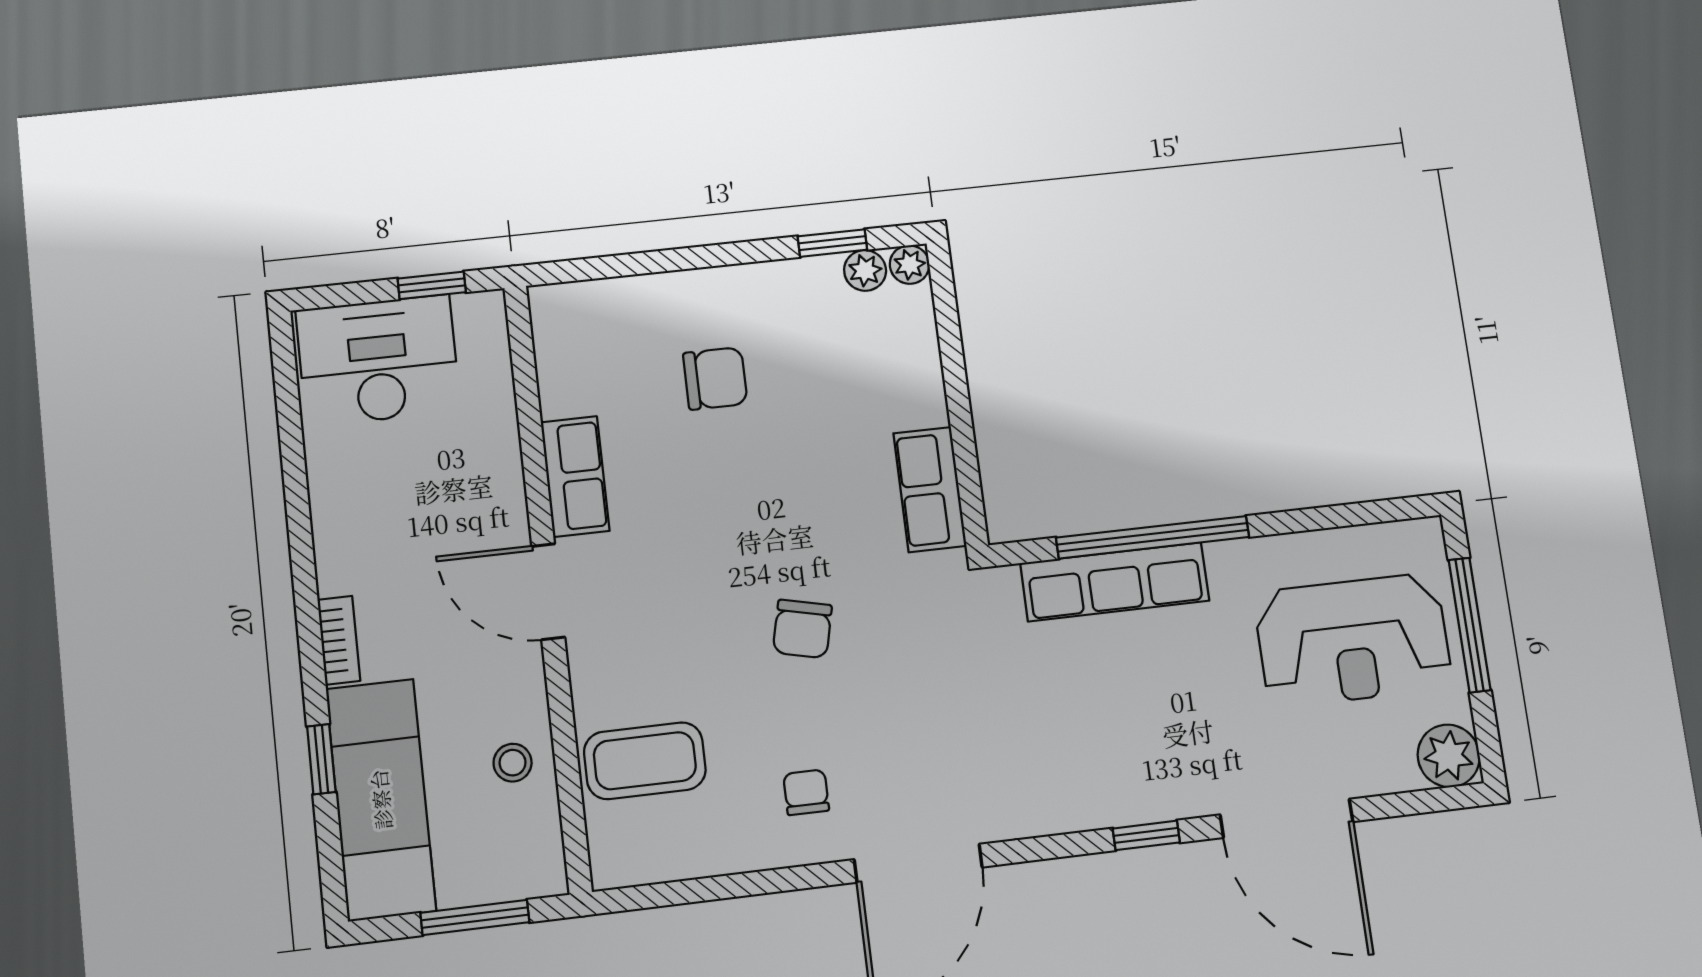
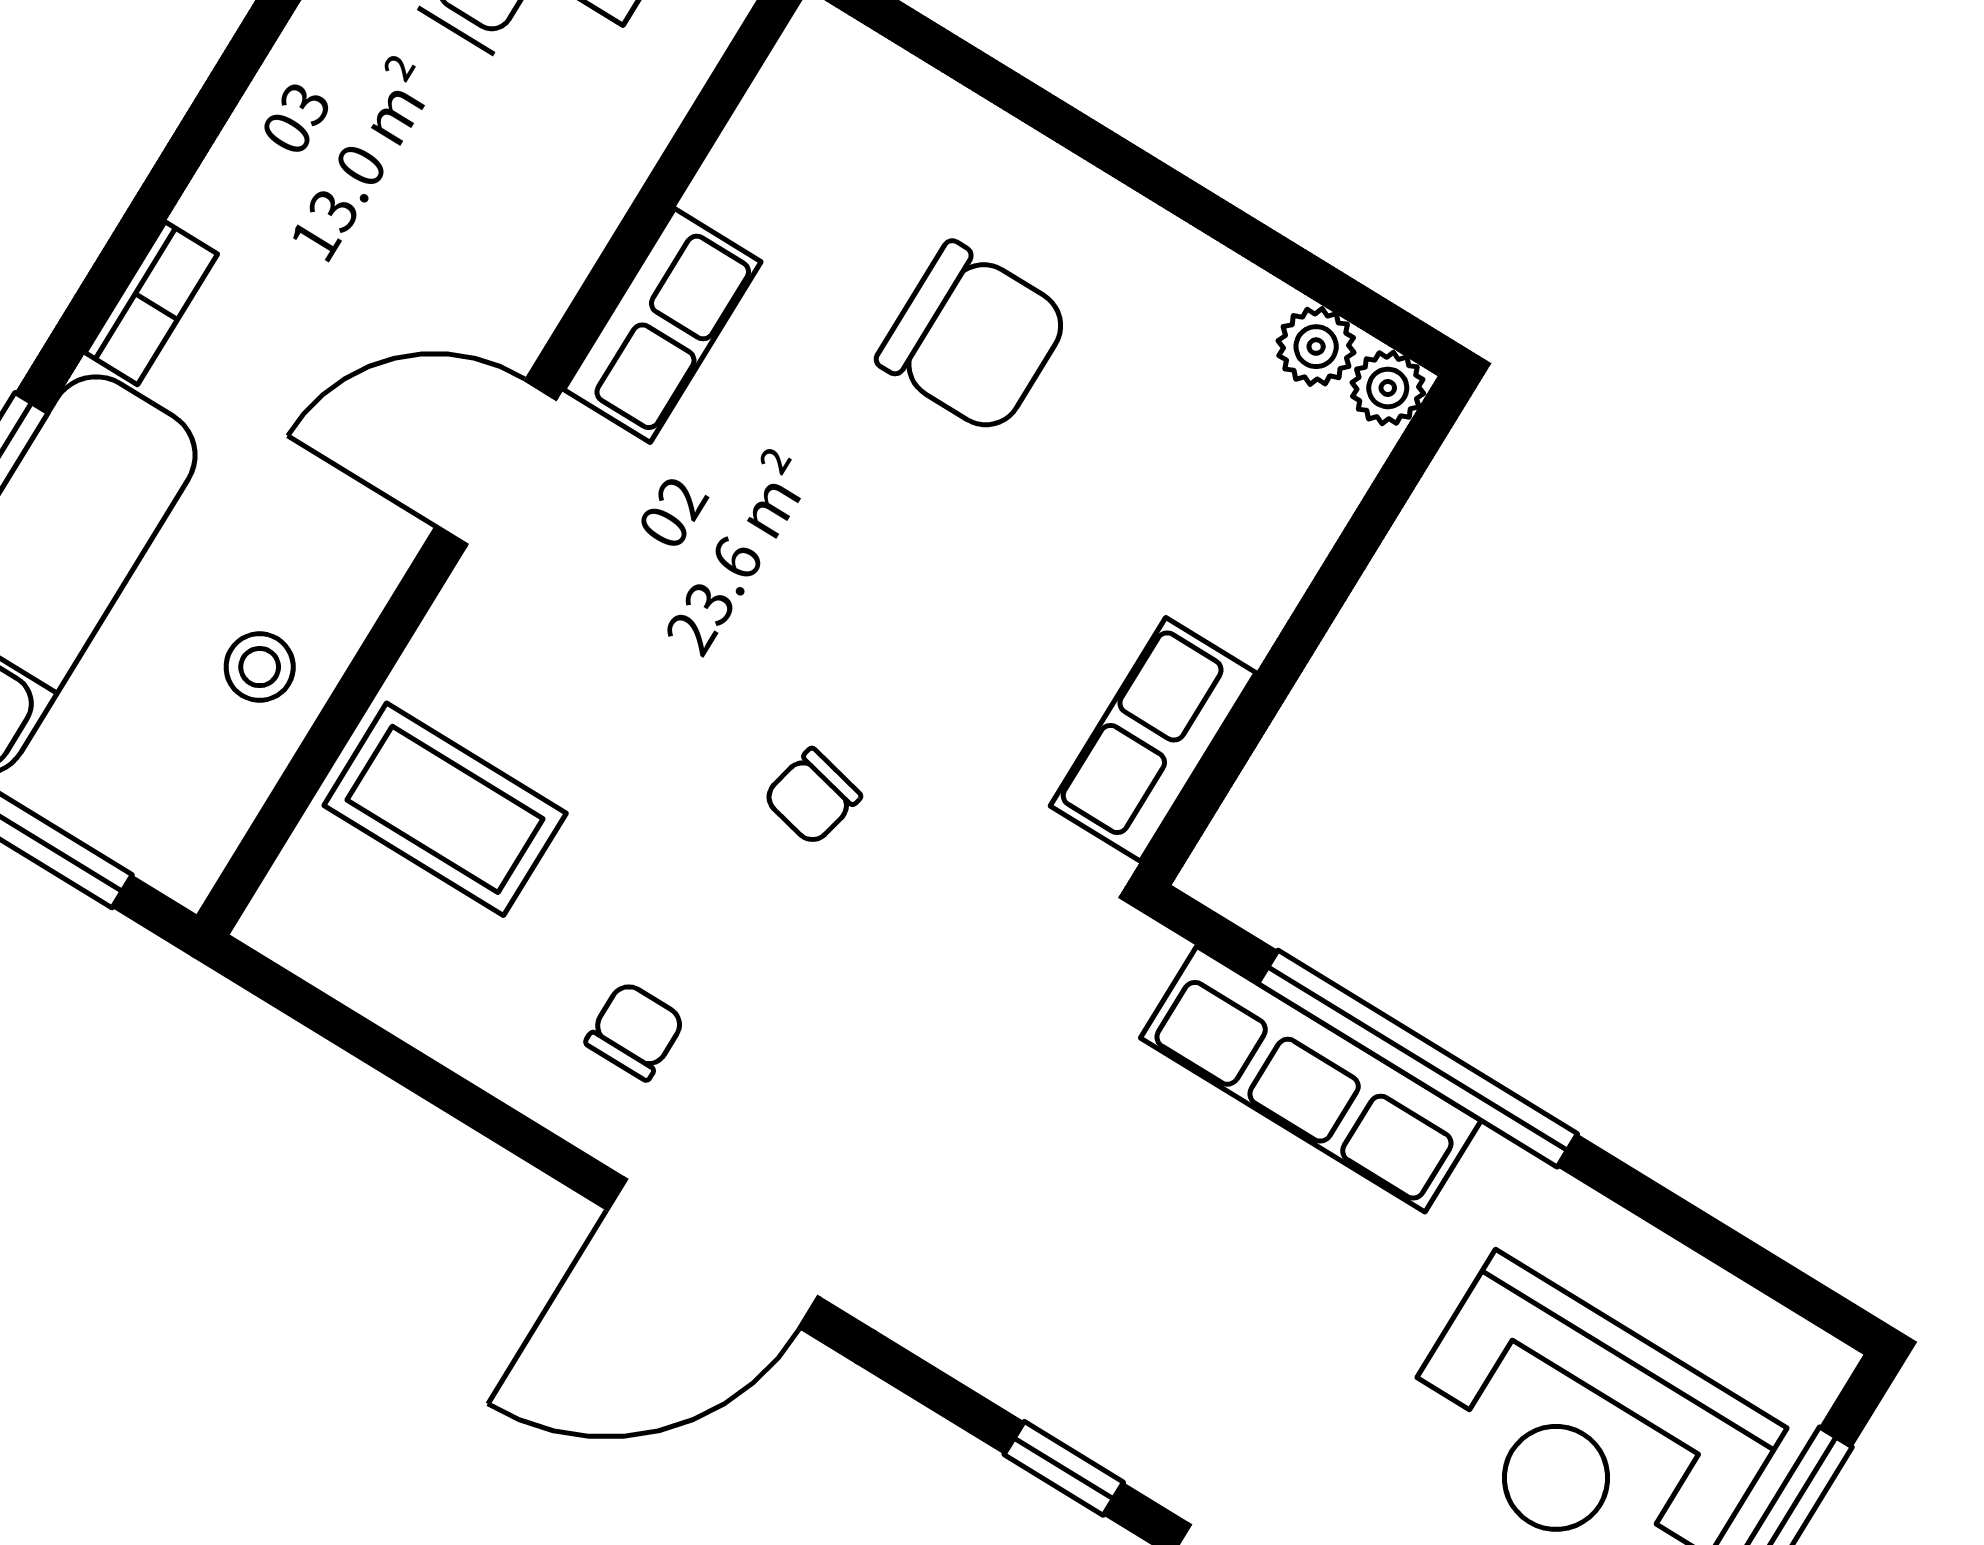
window: (832, 243) -> (1301, 269), removed
chair: (715, 378) -> (974, 338), width x1.37, depth x1.37
door: (548, 592) -> (496, 463), hinge flipped
chair: (802, 629) -> (812, 797), width x0.73, depth x0.73

